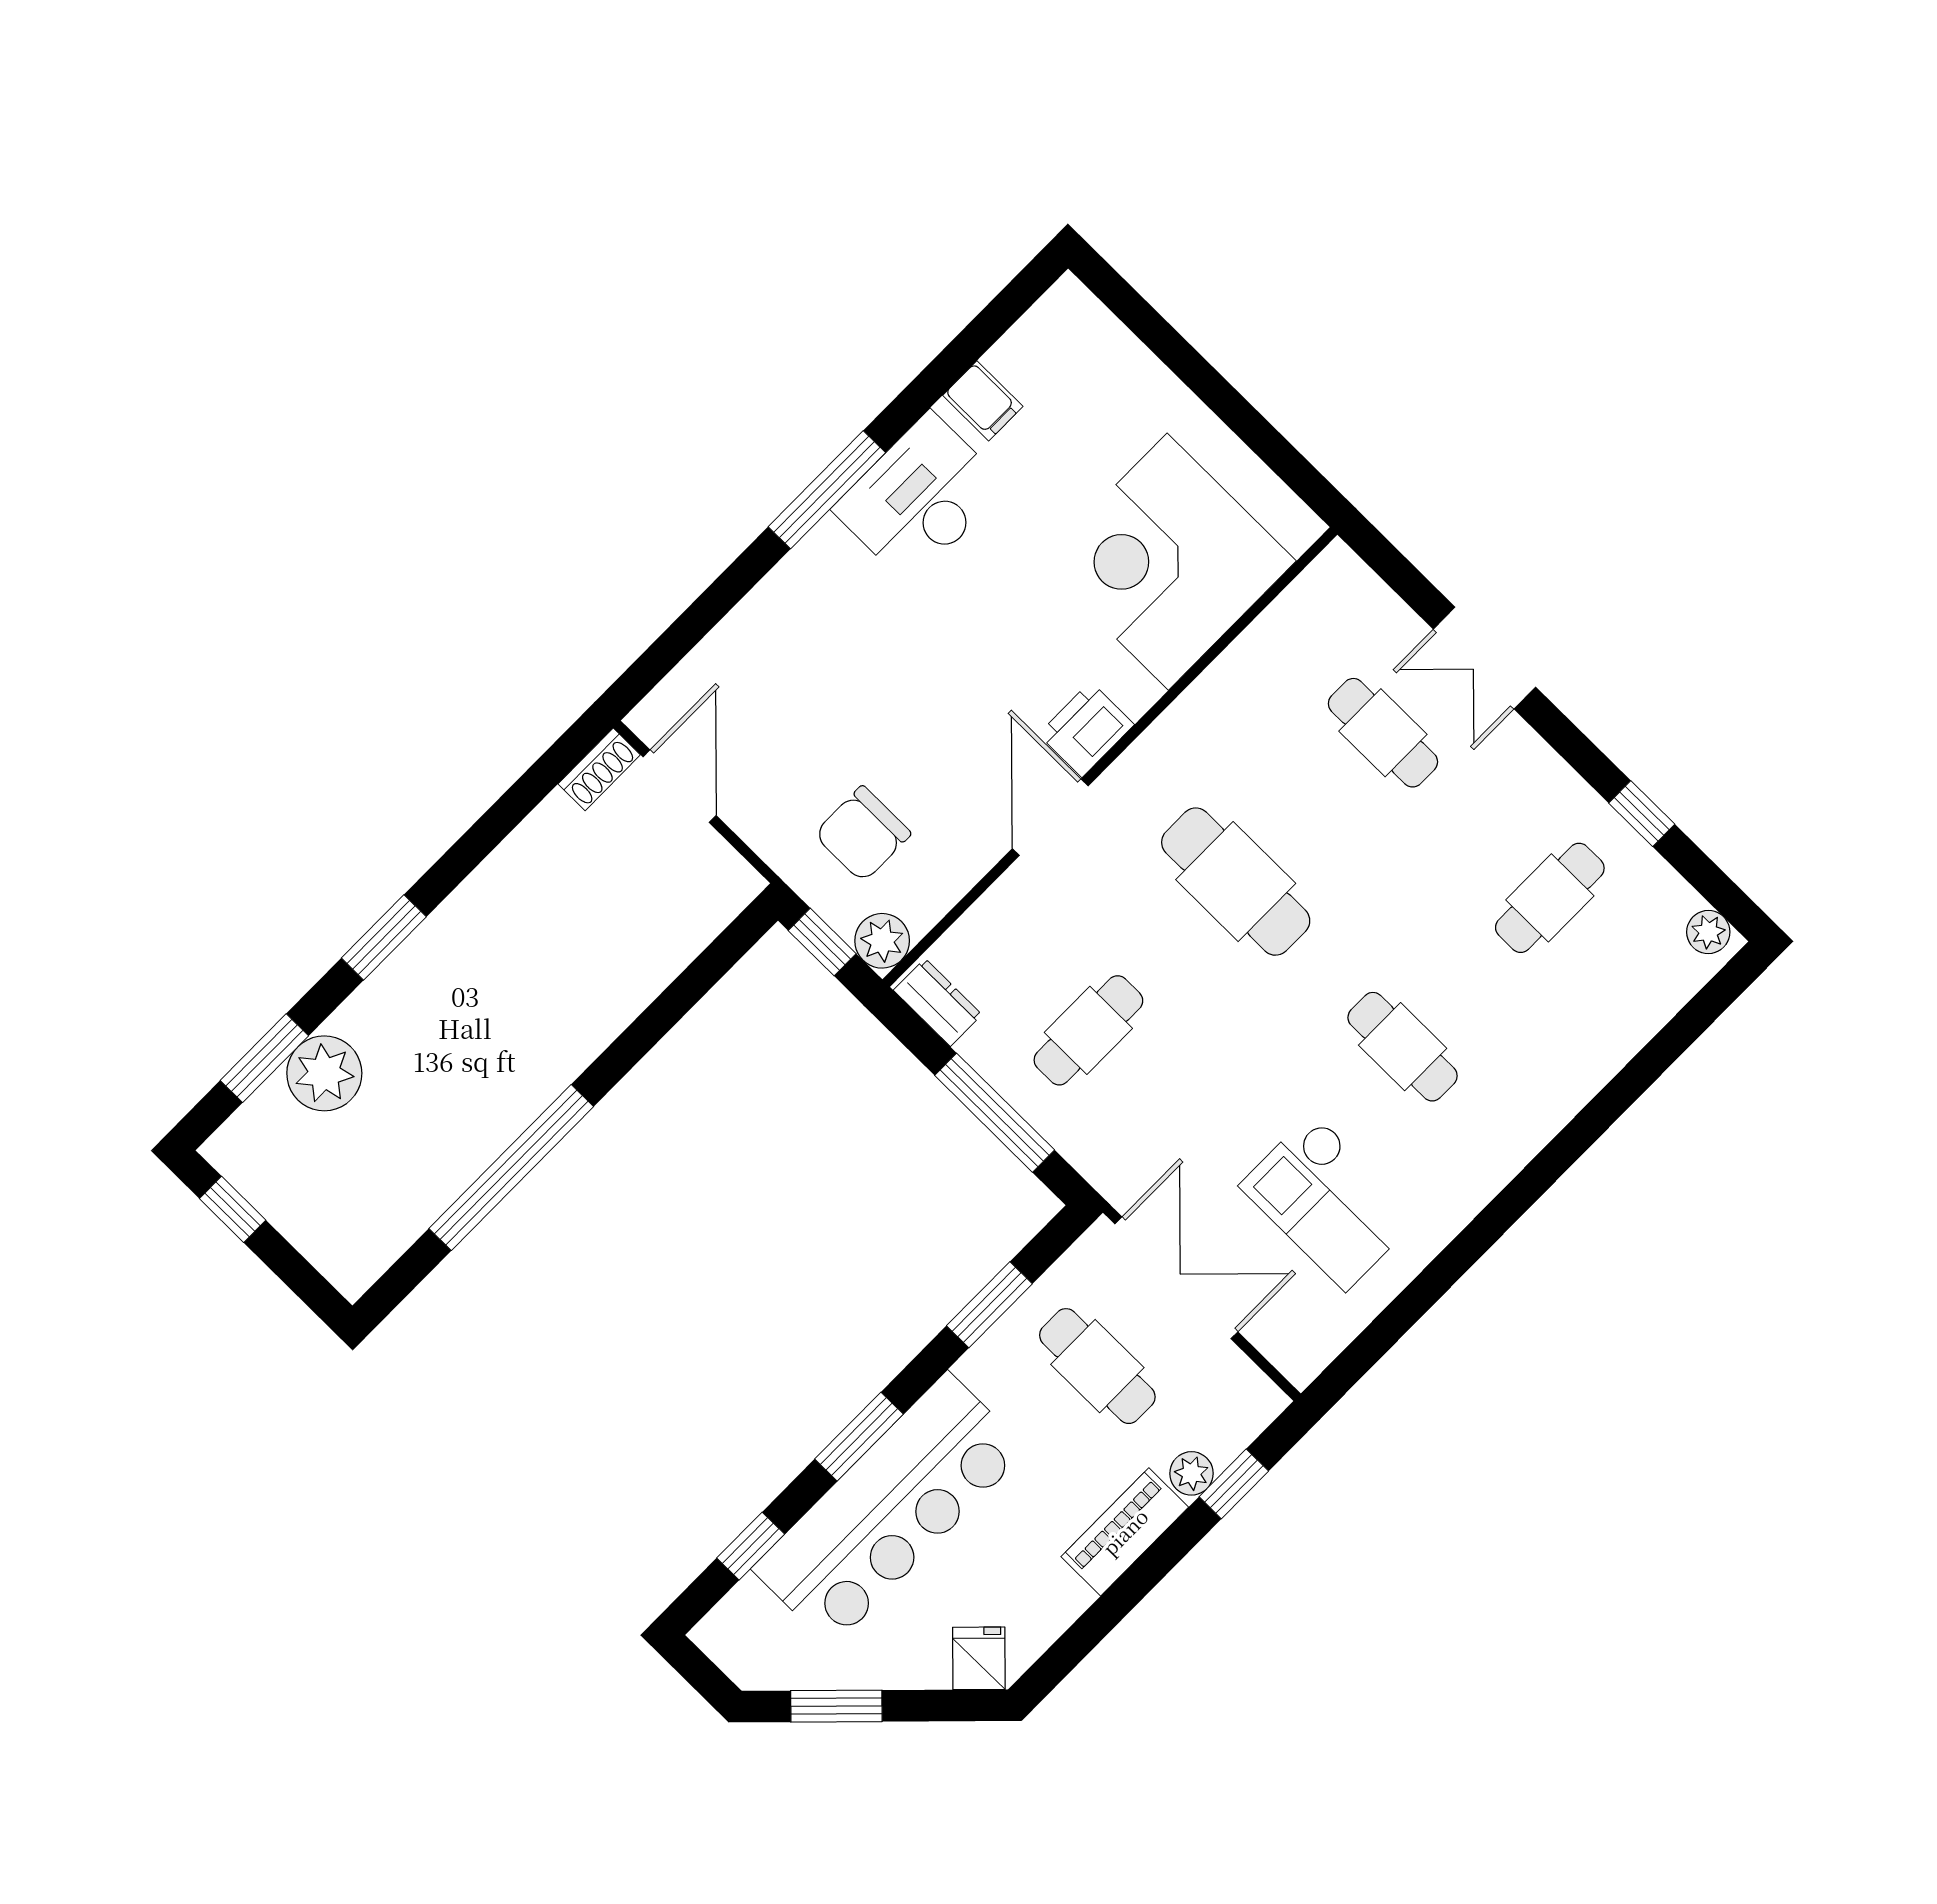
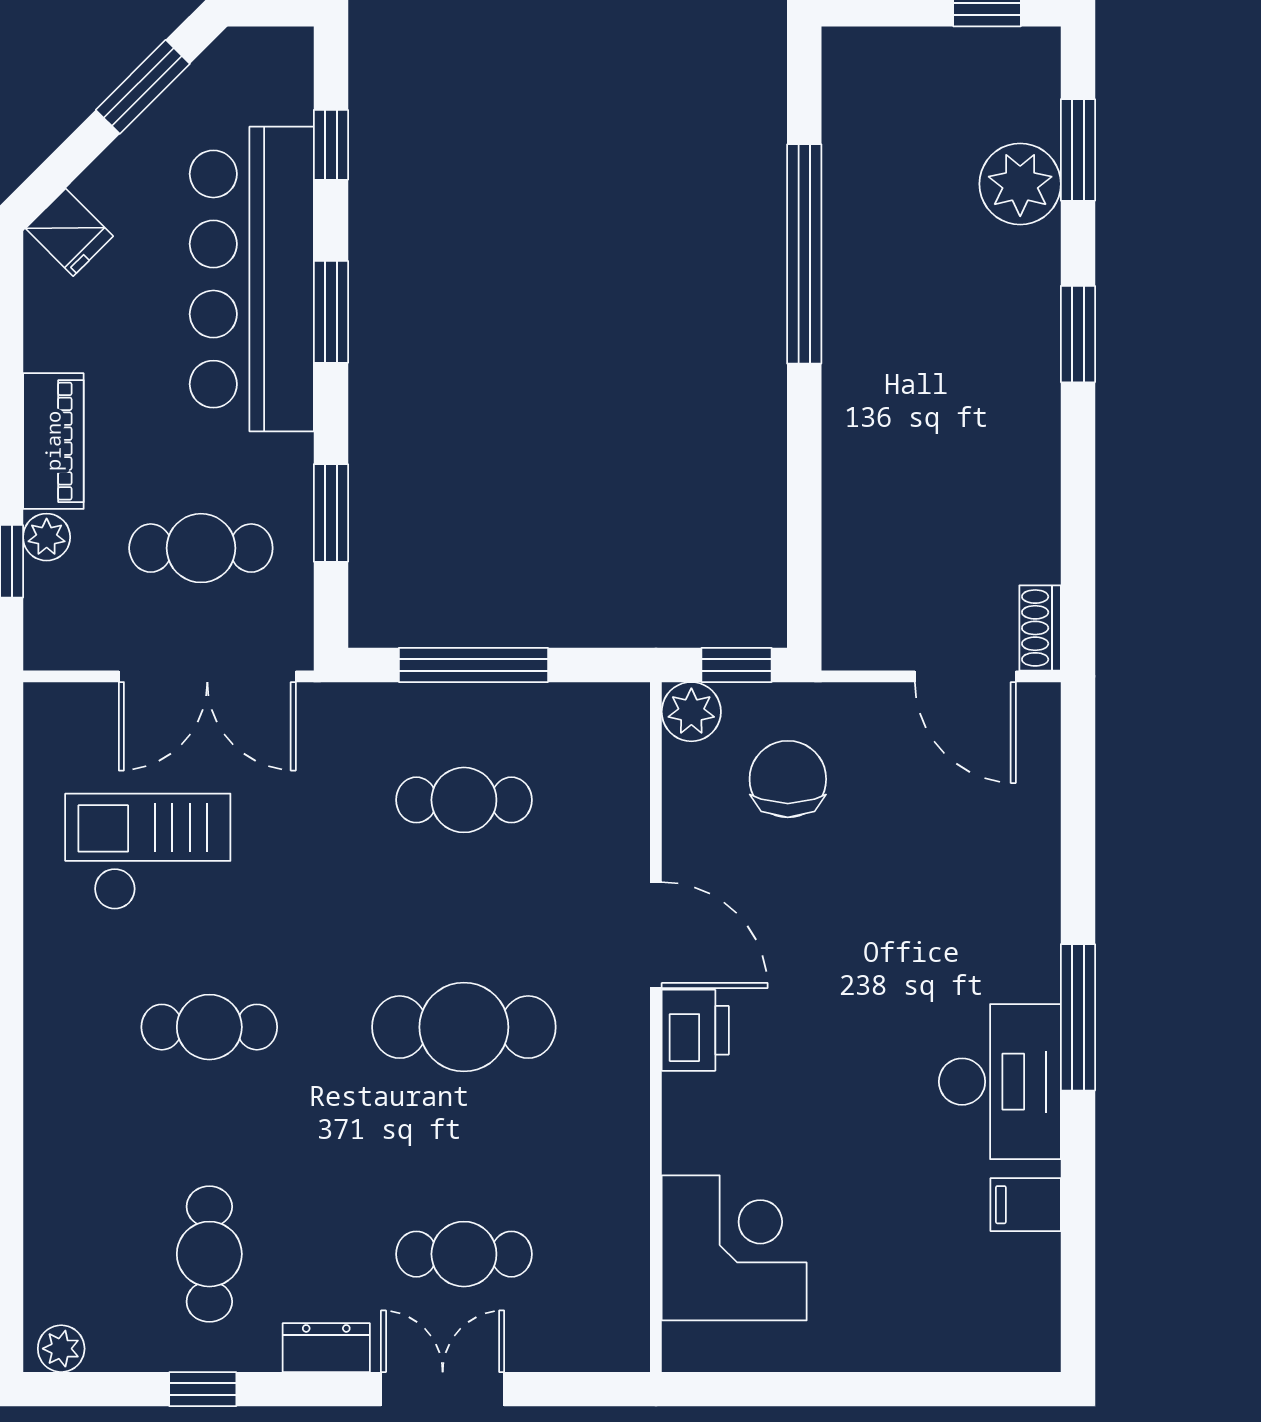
corner desk: (1168, 562) -> (734, 1248), width x0.74, depth x0.74
dresser: (938, 1002) -> (326, 1348), moved, turned 180
cafe table: (1088, 1030) -> (464, 800), turned 90

